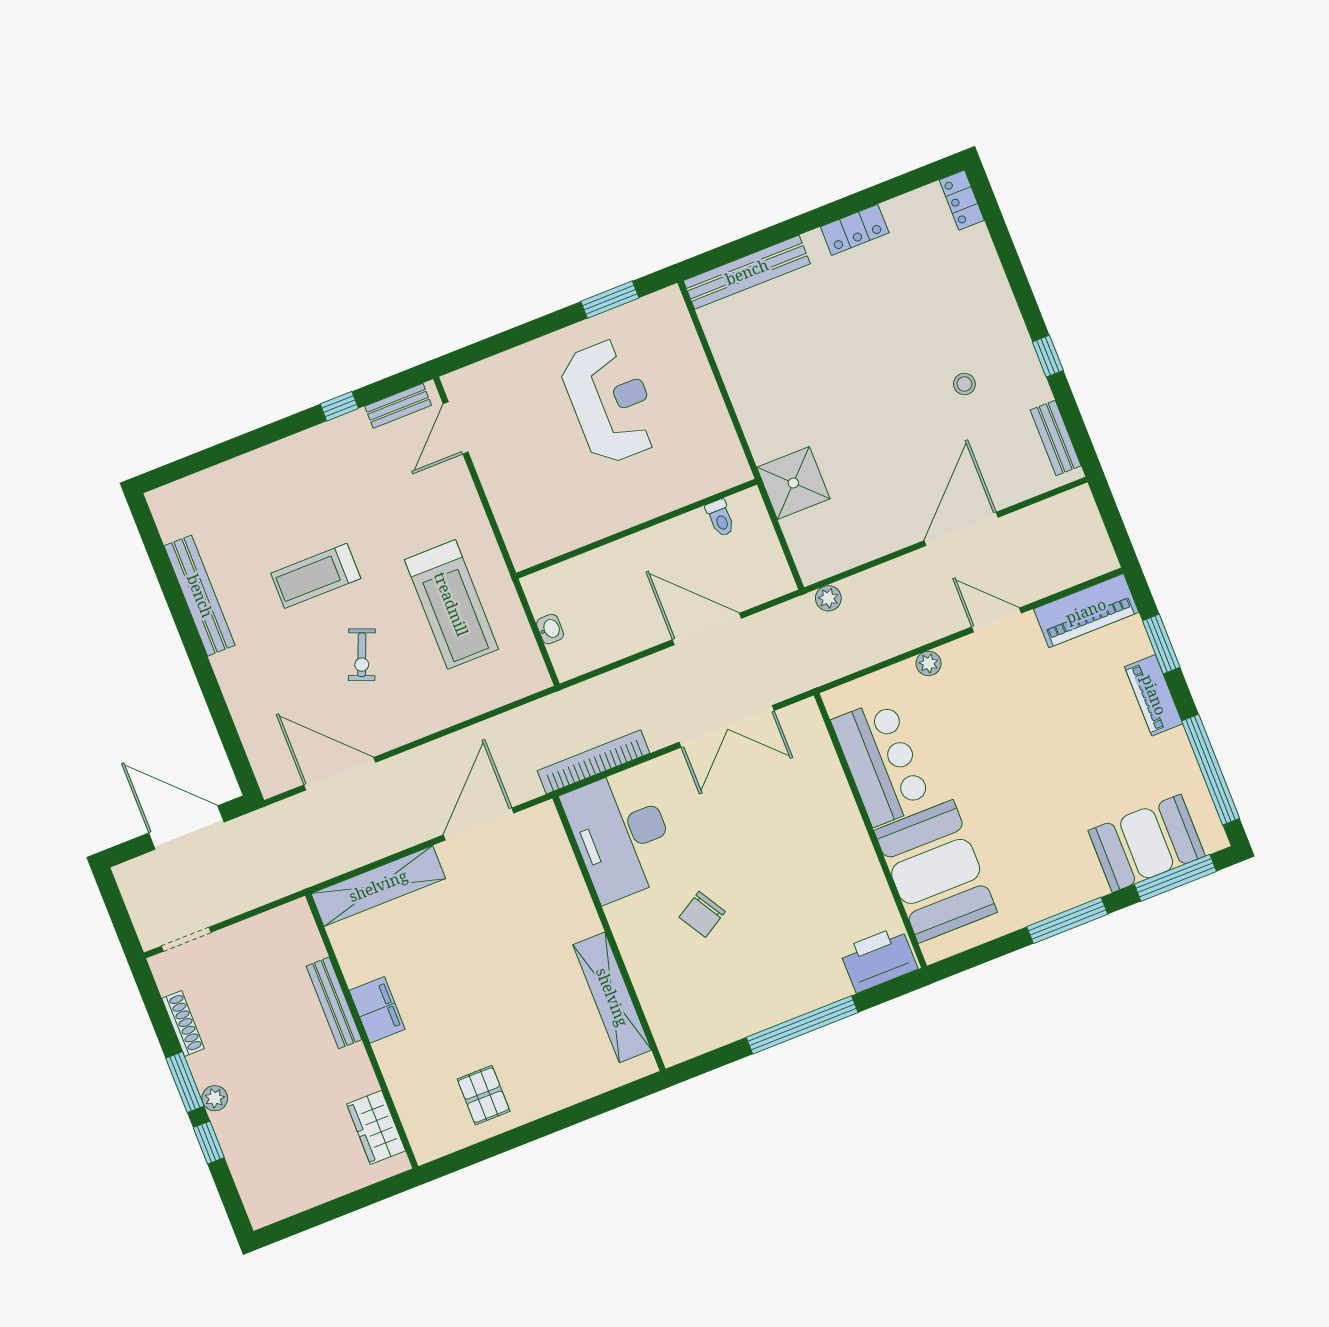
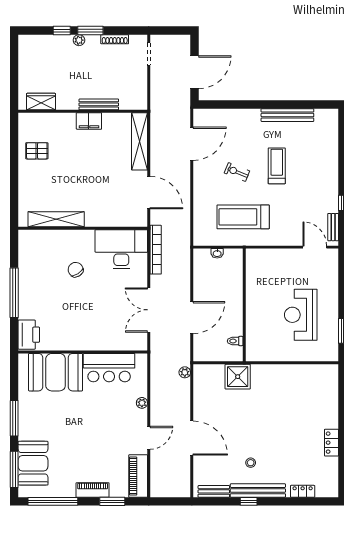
locker: (962, 200) -> (303, 491), moved
bench: (747, 272) -> (258, 491), moved, turned 90
reception desk: (610, 401) -> (301, 315), turned 90

